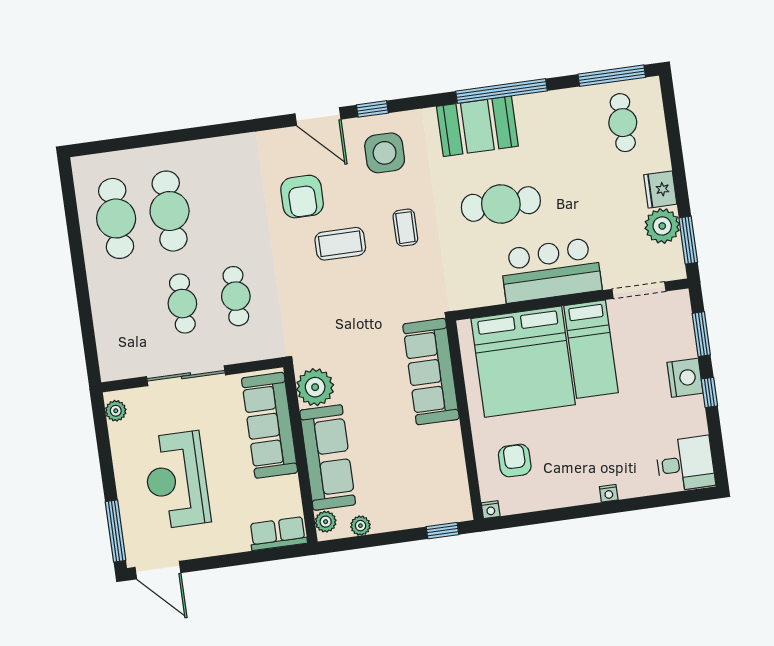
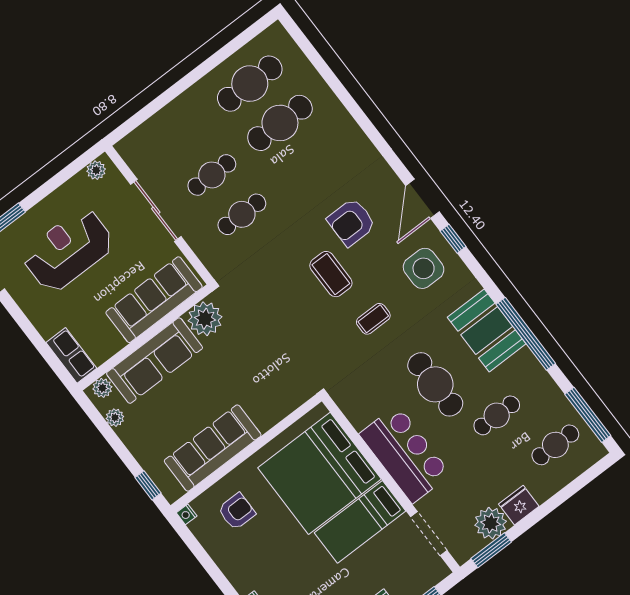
cafe table: (563, 162) -> (497, 415), added
sofa: (431, 372) -> (213, 448), moved

